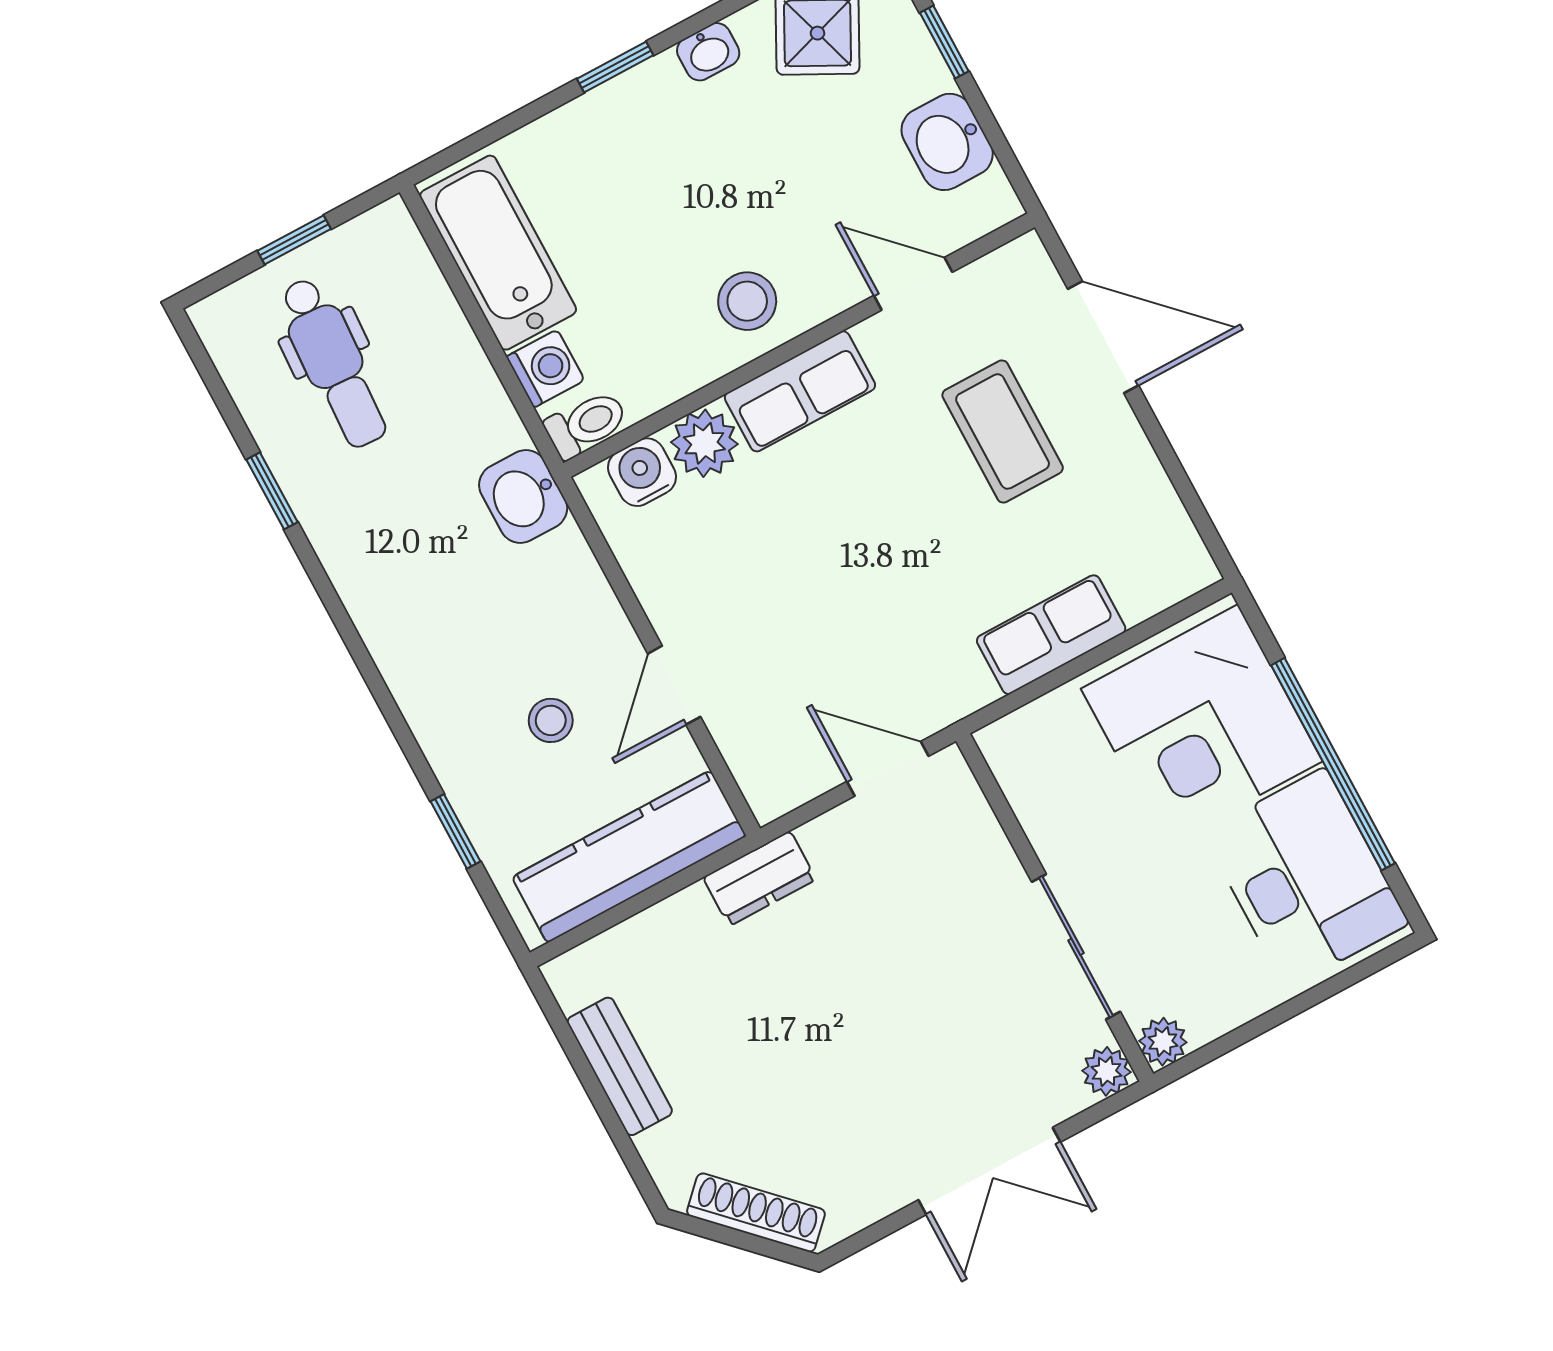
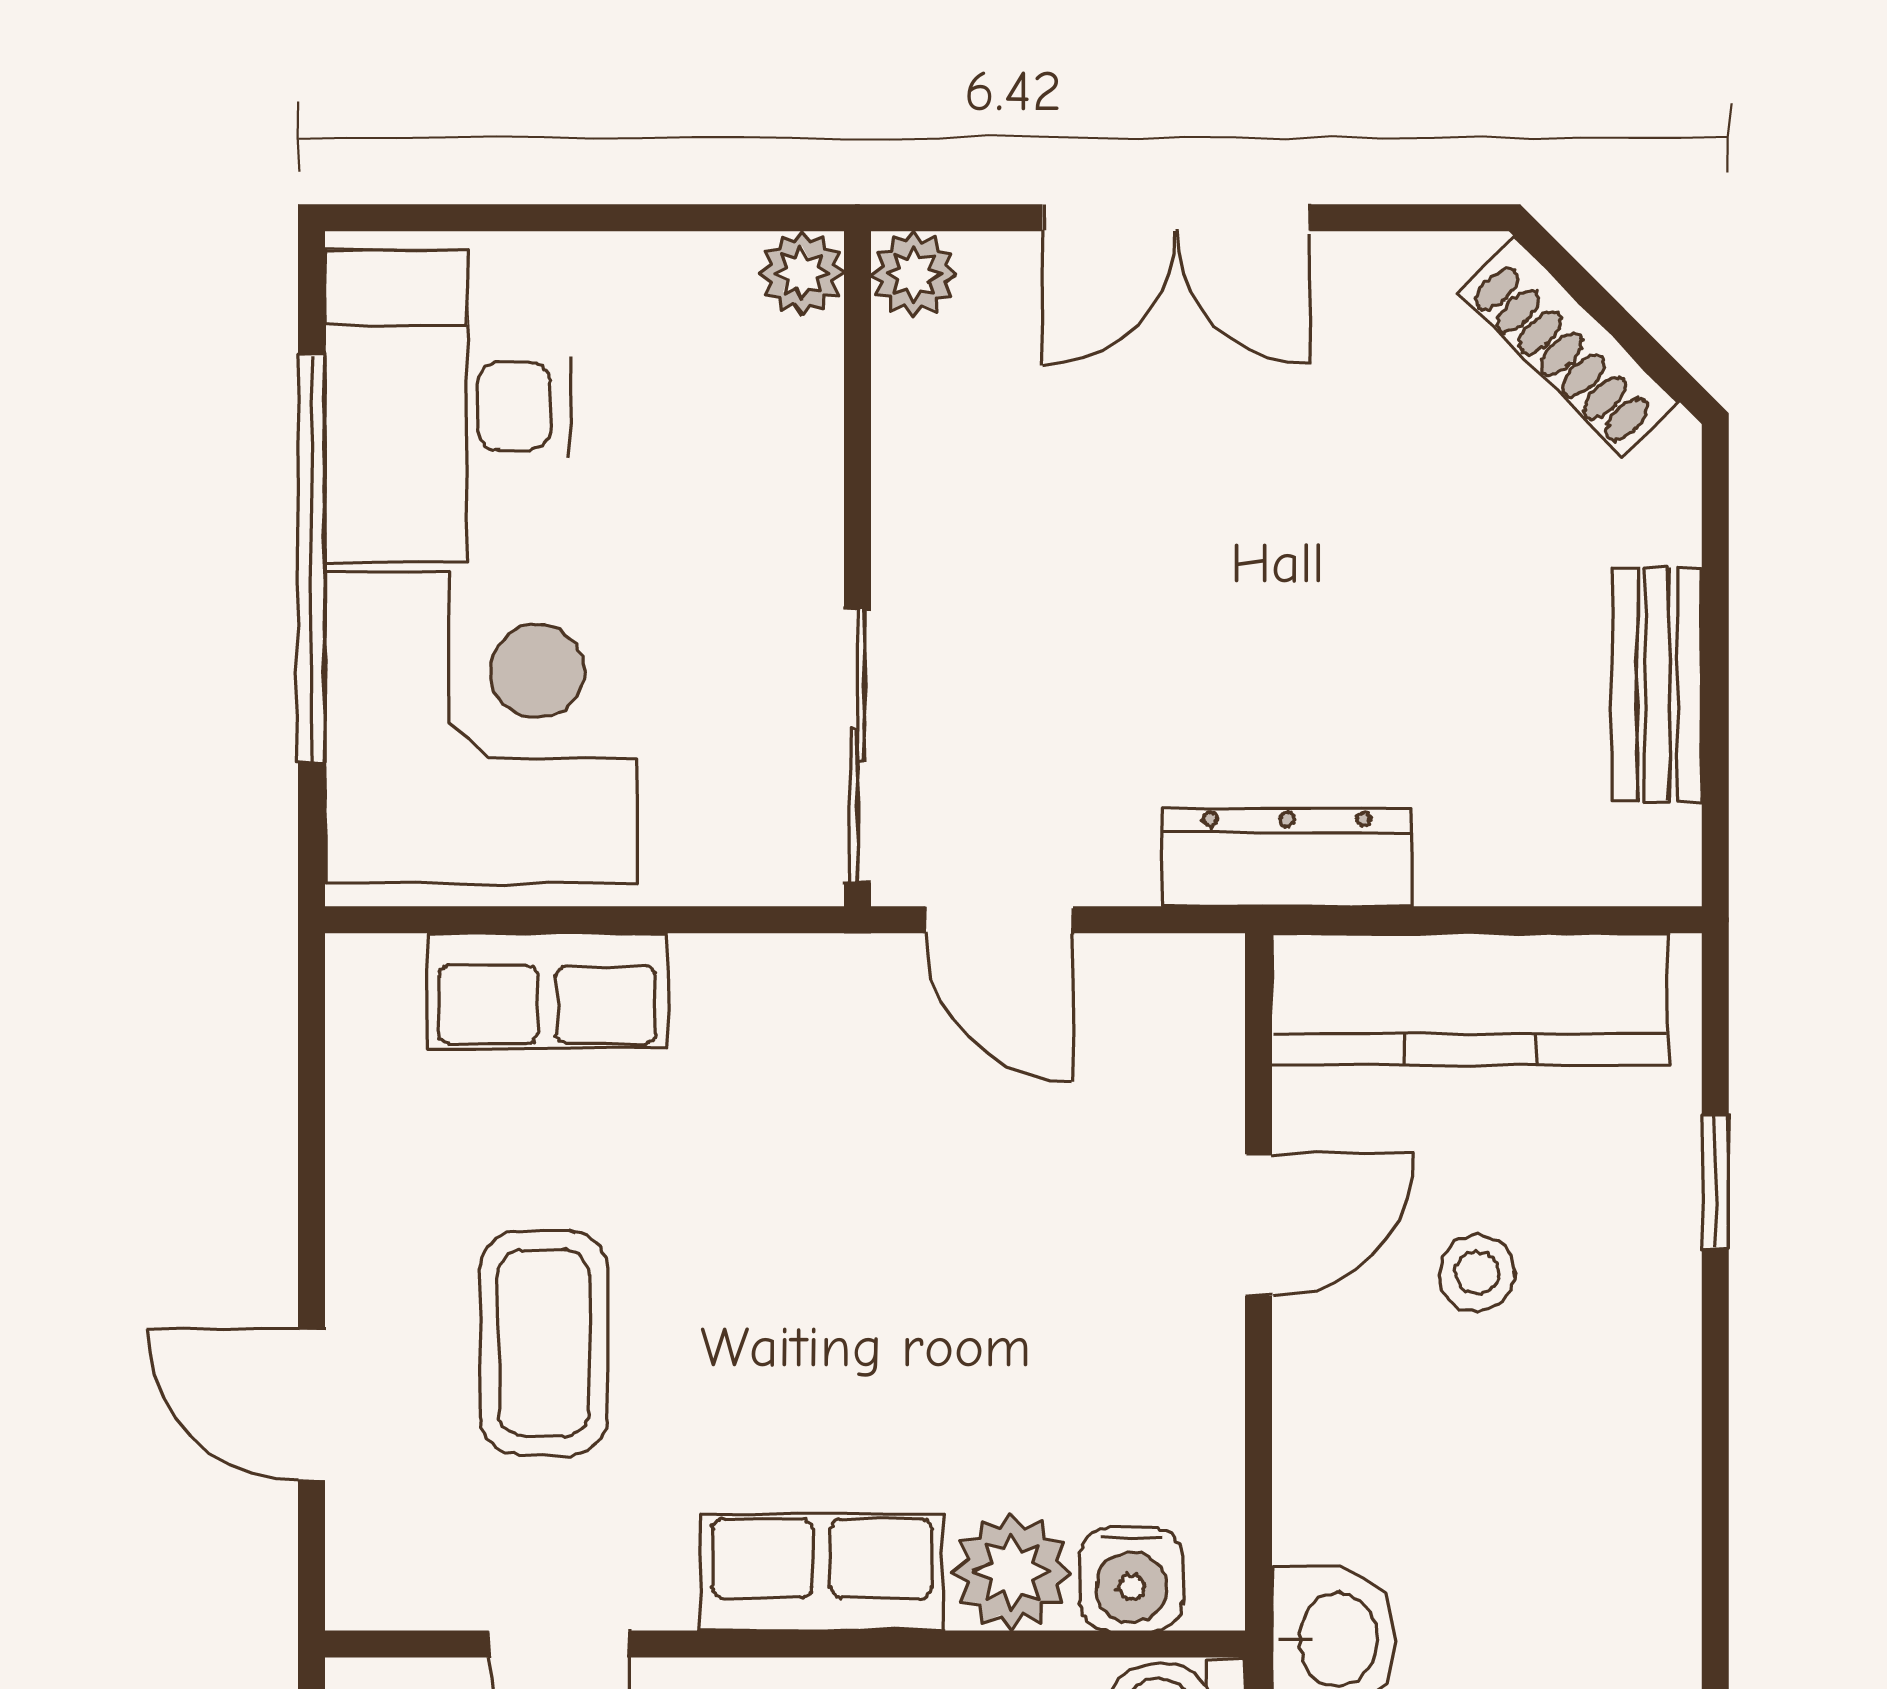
door: (1103, 337) -> (311, 1405), width x0.73
row of seats: (1051, 635) -> (547, 991), moved
dresser: (760, 878) -> (1287, 858), width x1.44
sliding door: (1076, 947) -> (857, 746), moved
double door: (989, 1171) -> (1176, 218), swing flipped

